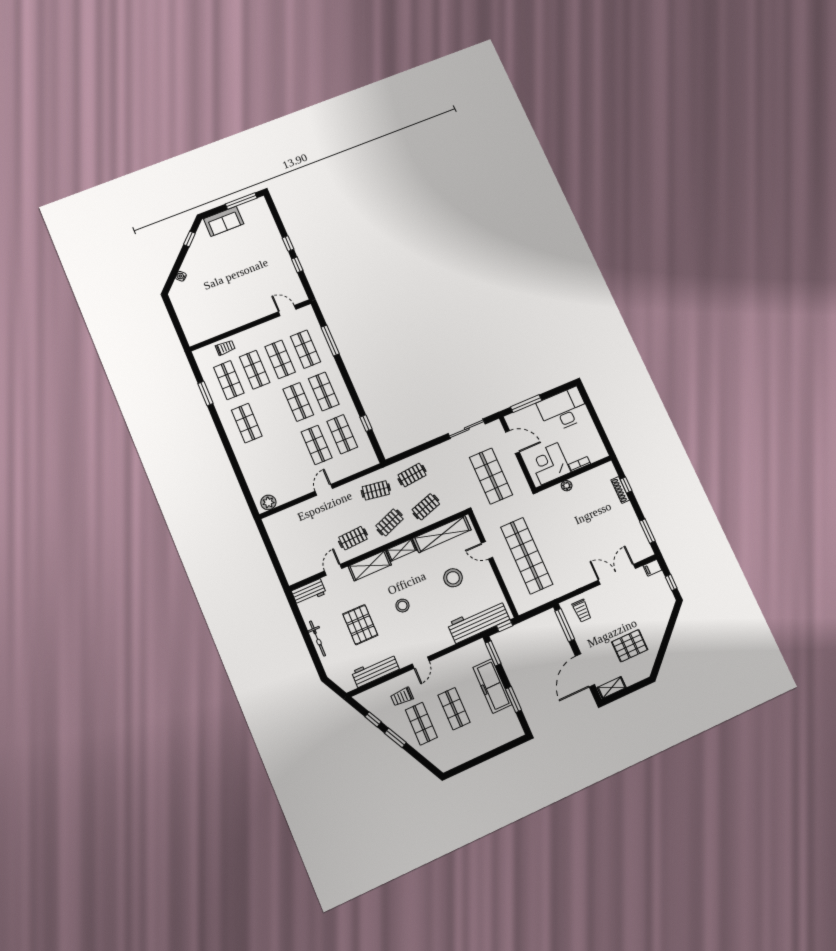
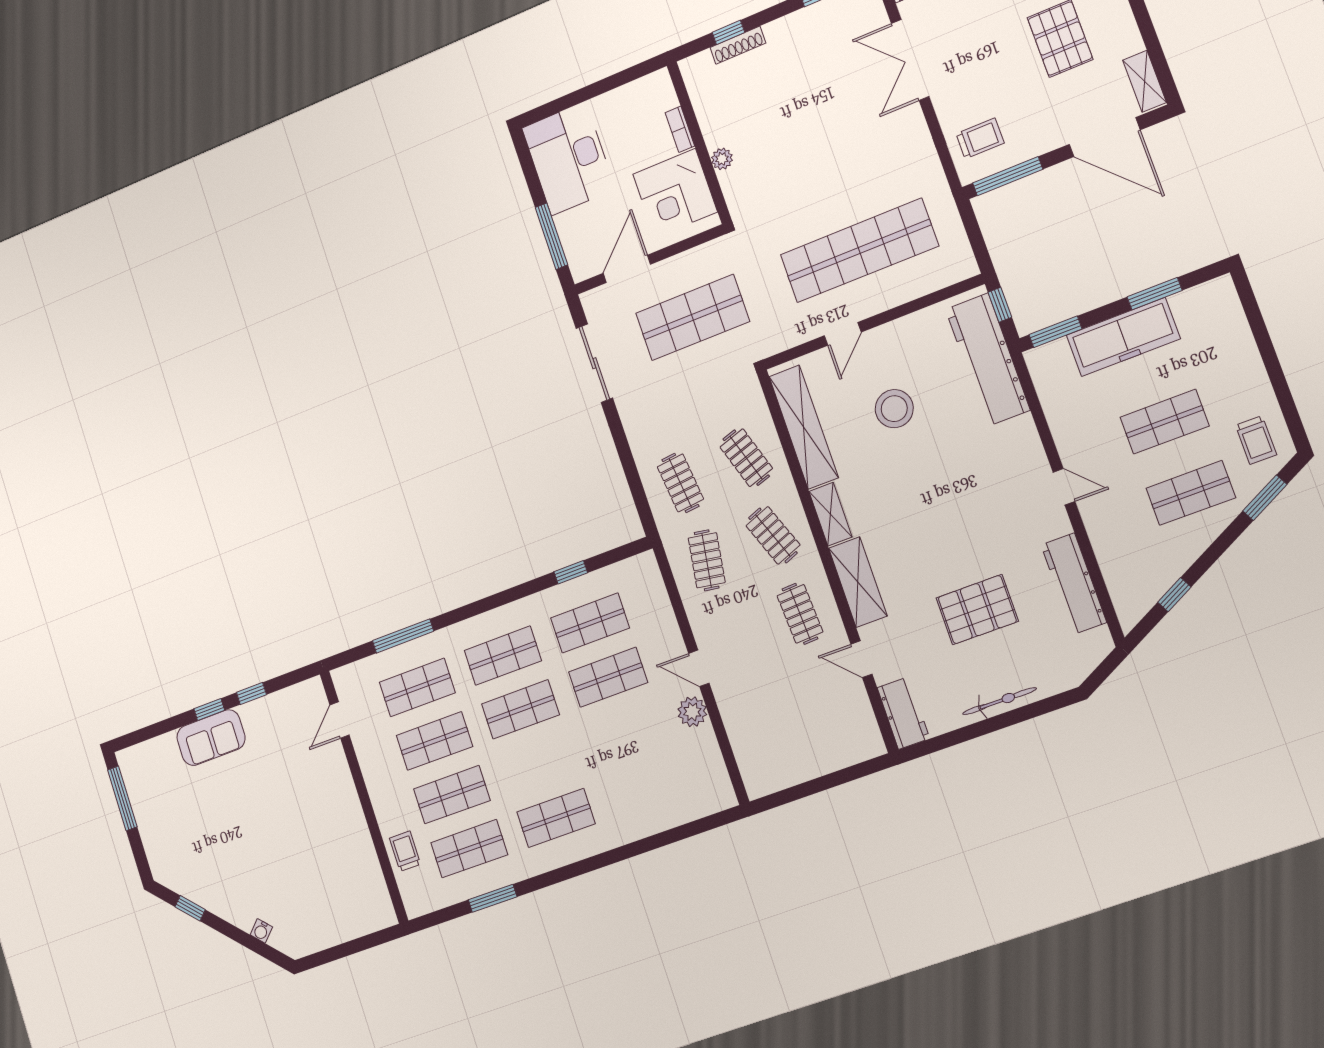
sofa: (224, 221) -> (211, 738), moved, turned 90
plant: (268, 502) -> (692, 712), moved
stool: (402, 606) -> (944, 518), removed
trolley: (402, 697) -> (1256, 440), moved
window: (395, 738) -> (1265, 498), moved

